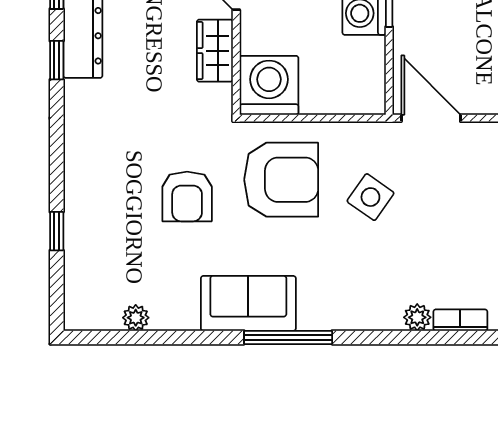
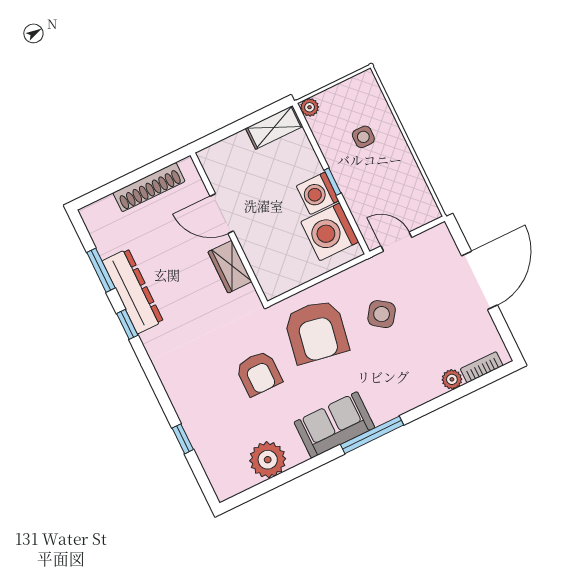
washing machine: (269, 85) -> (330, 232), moved, turned -90
door: (431, 118) -> (396, 242), width x0.73
armchair: (281, 180) -> (316, 332), turned 100
plant: (136, 318) -> (268, 460), width x1.88, depth x1.88

